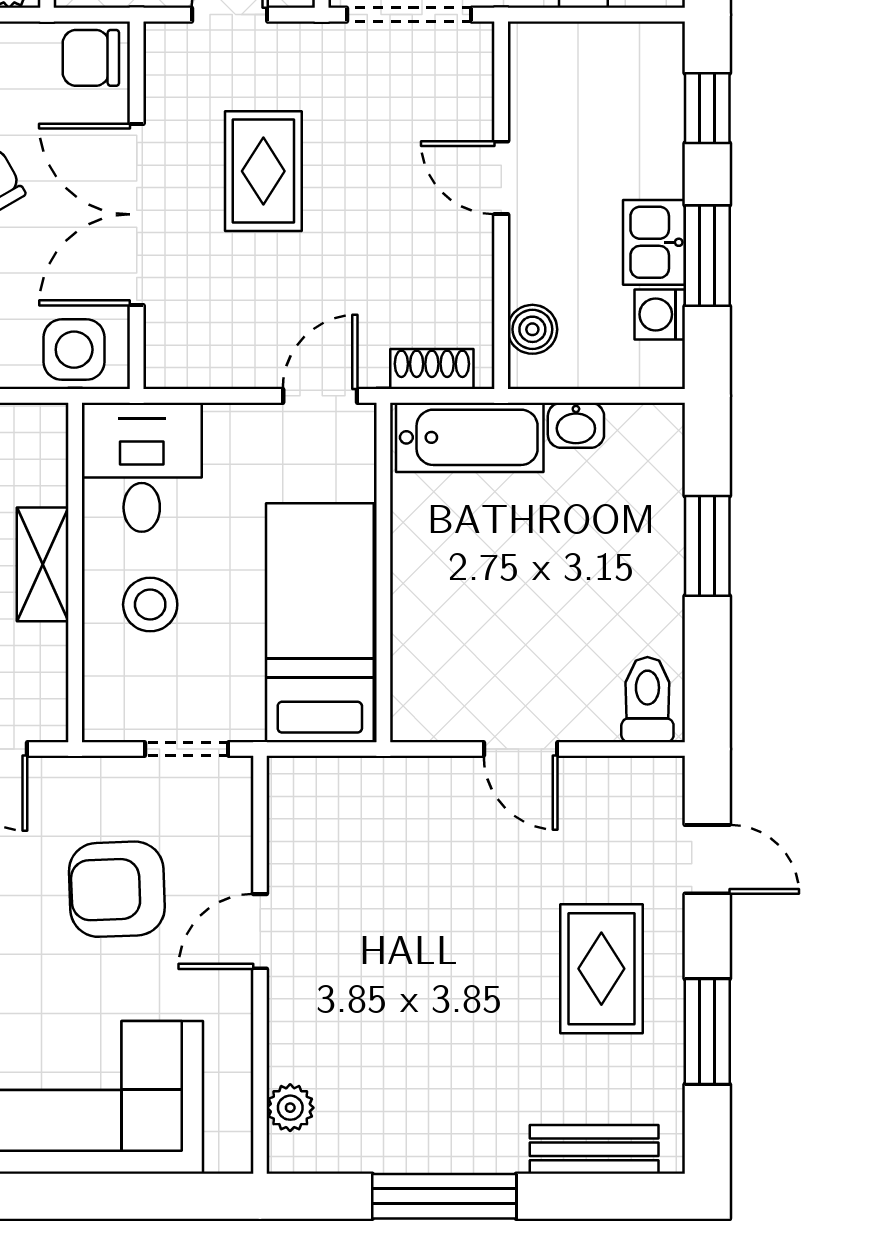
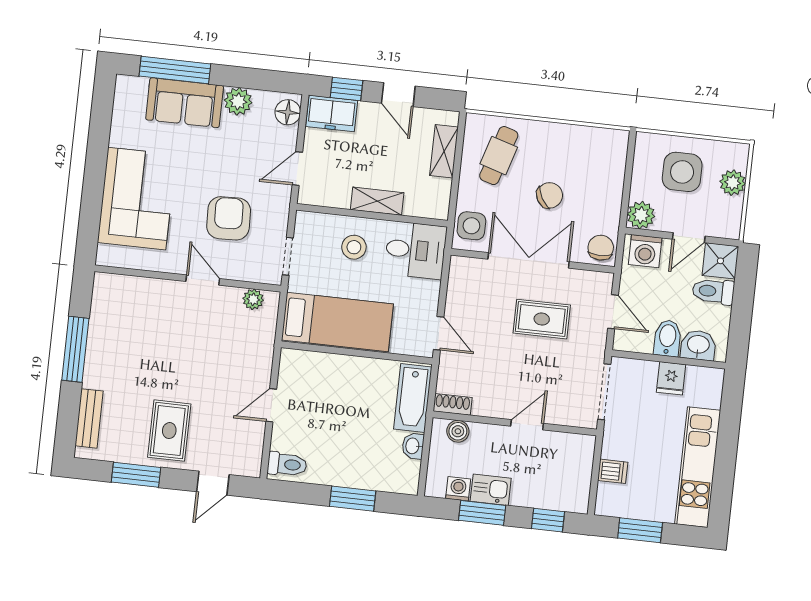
shoe rack: (432, 369) -> (453, 404), moved, turned -90
rug: (601, 969) -> (169, 431), turned 90
plant: (290, 1108) -> (253, 299), moved

